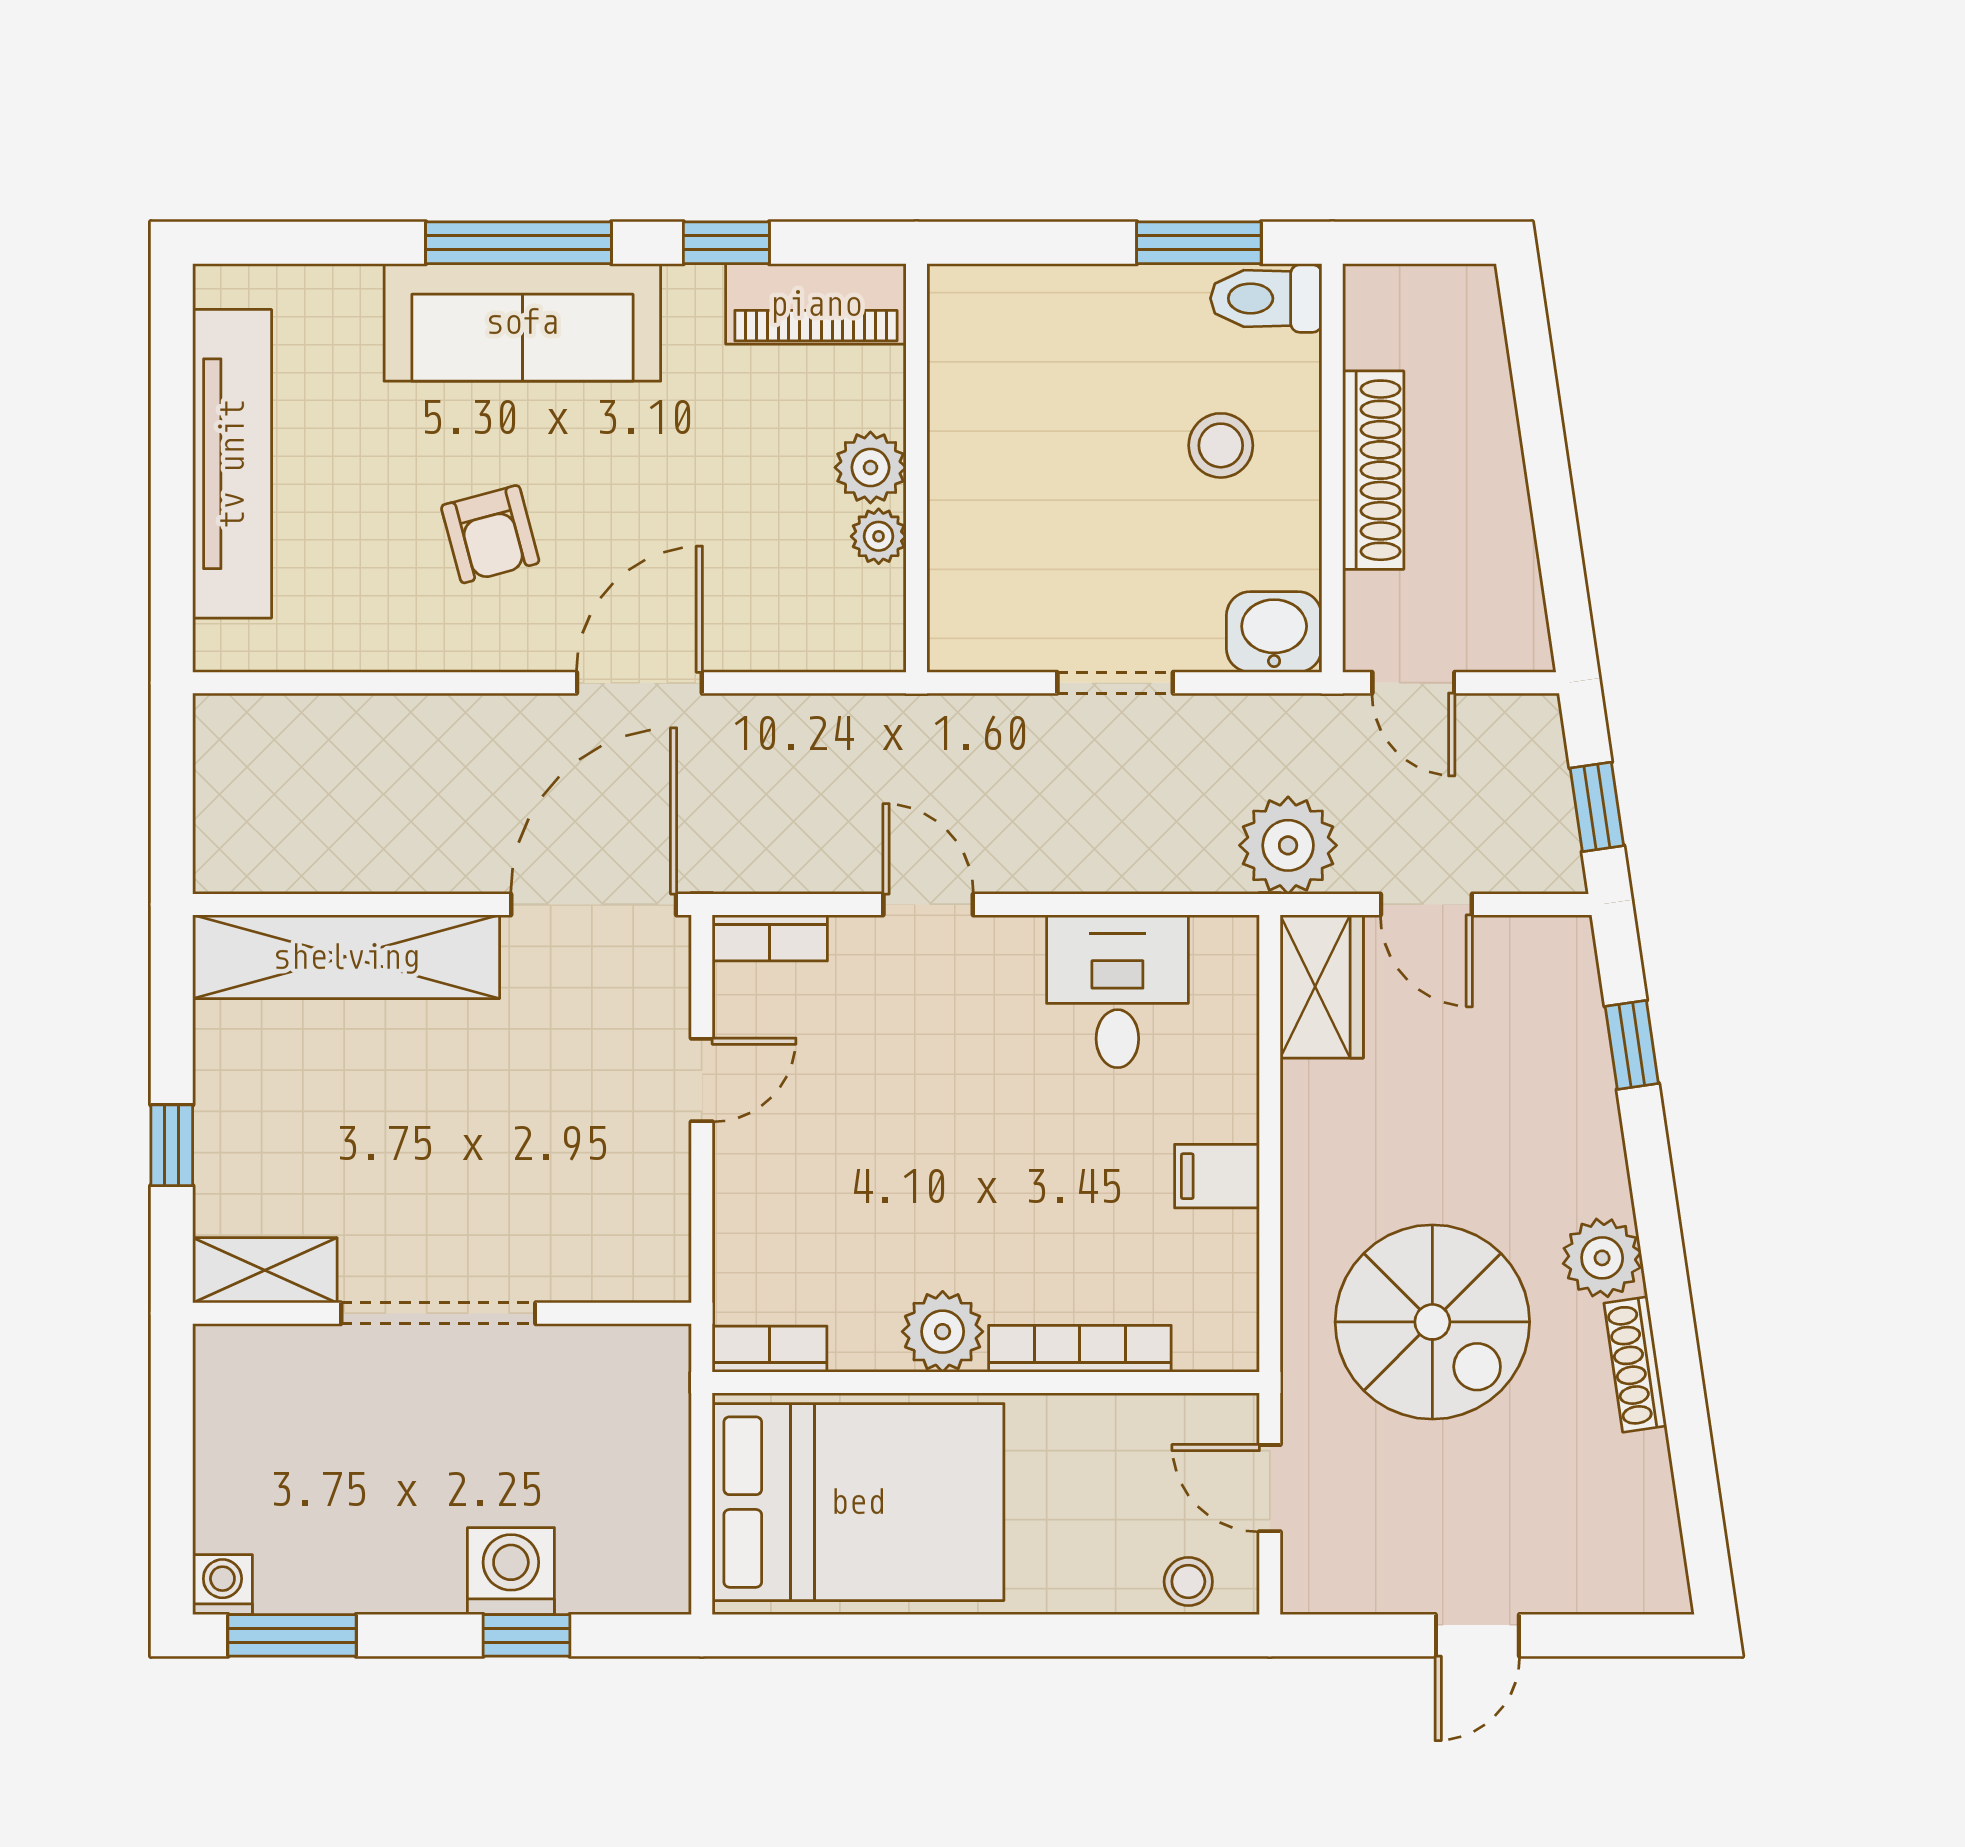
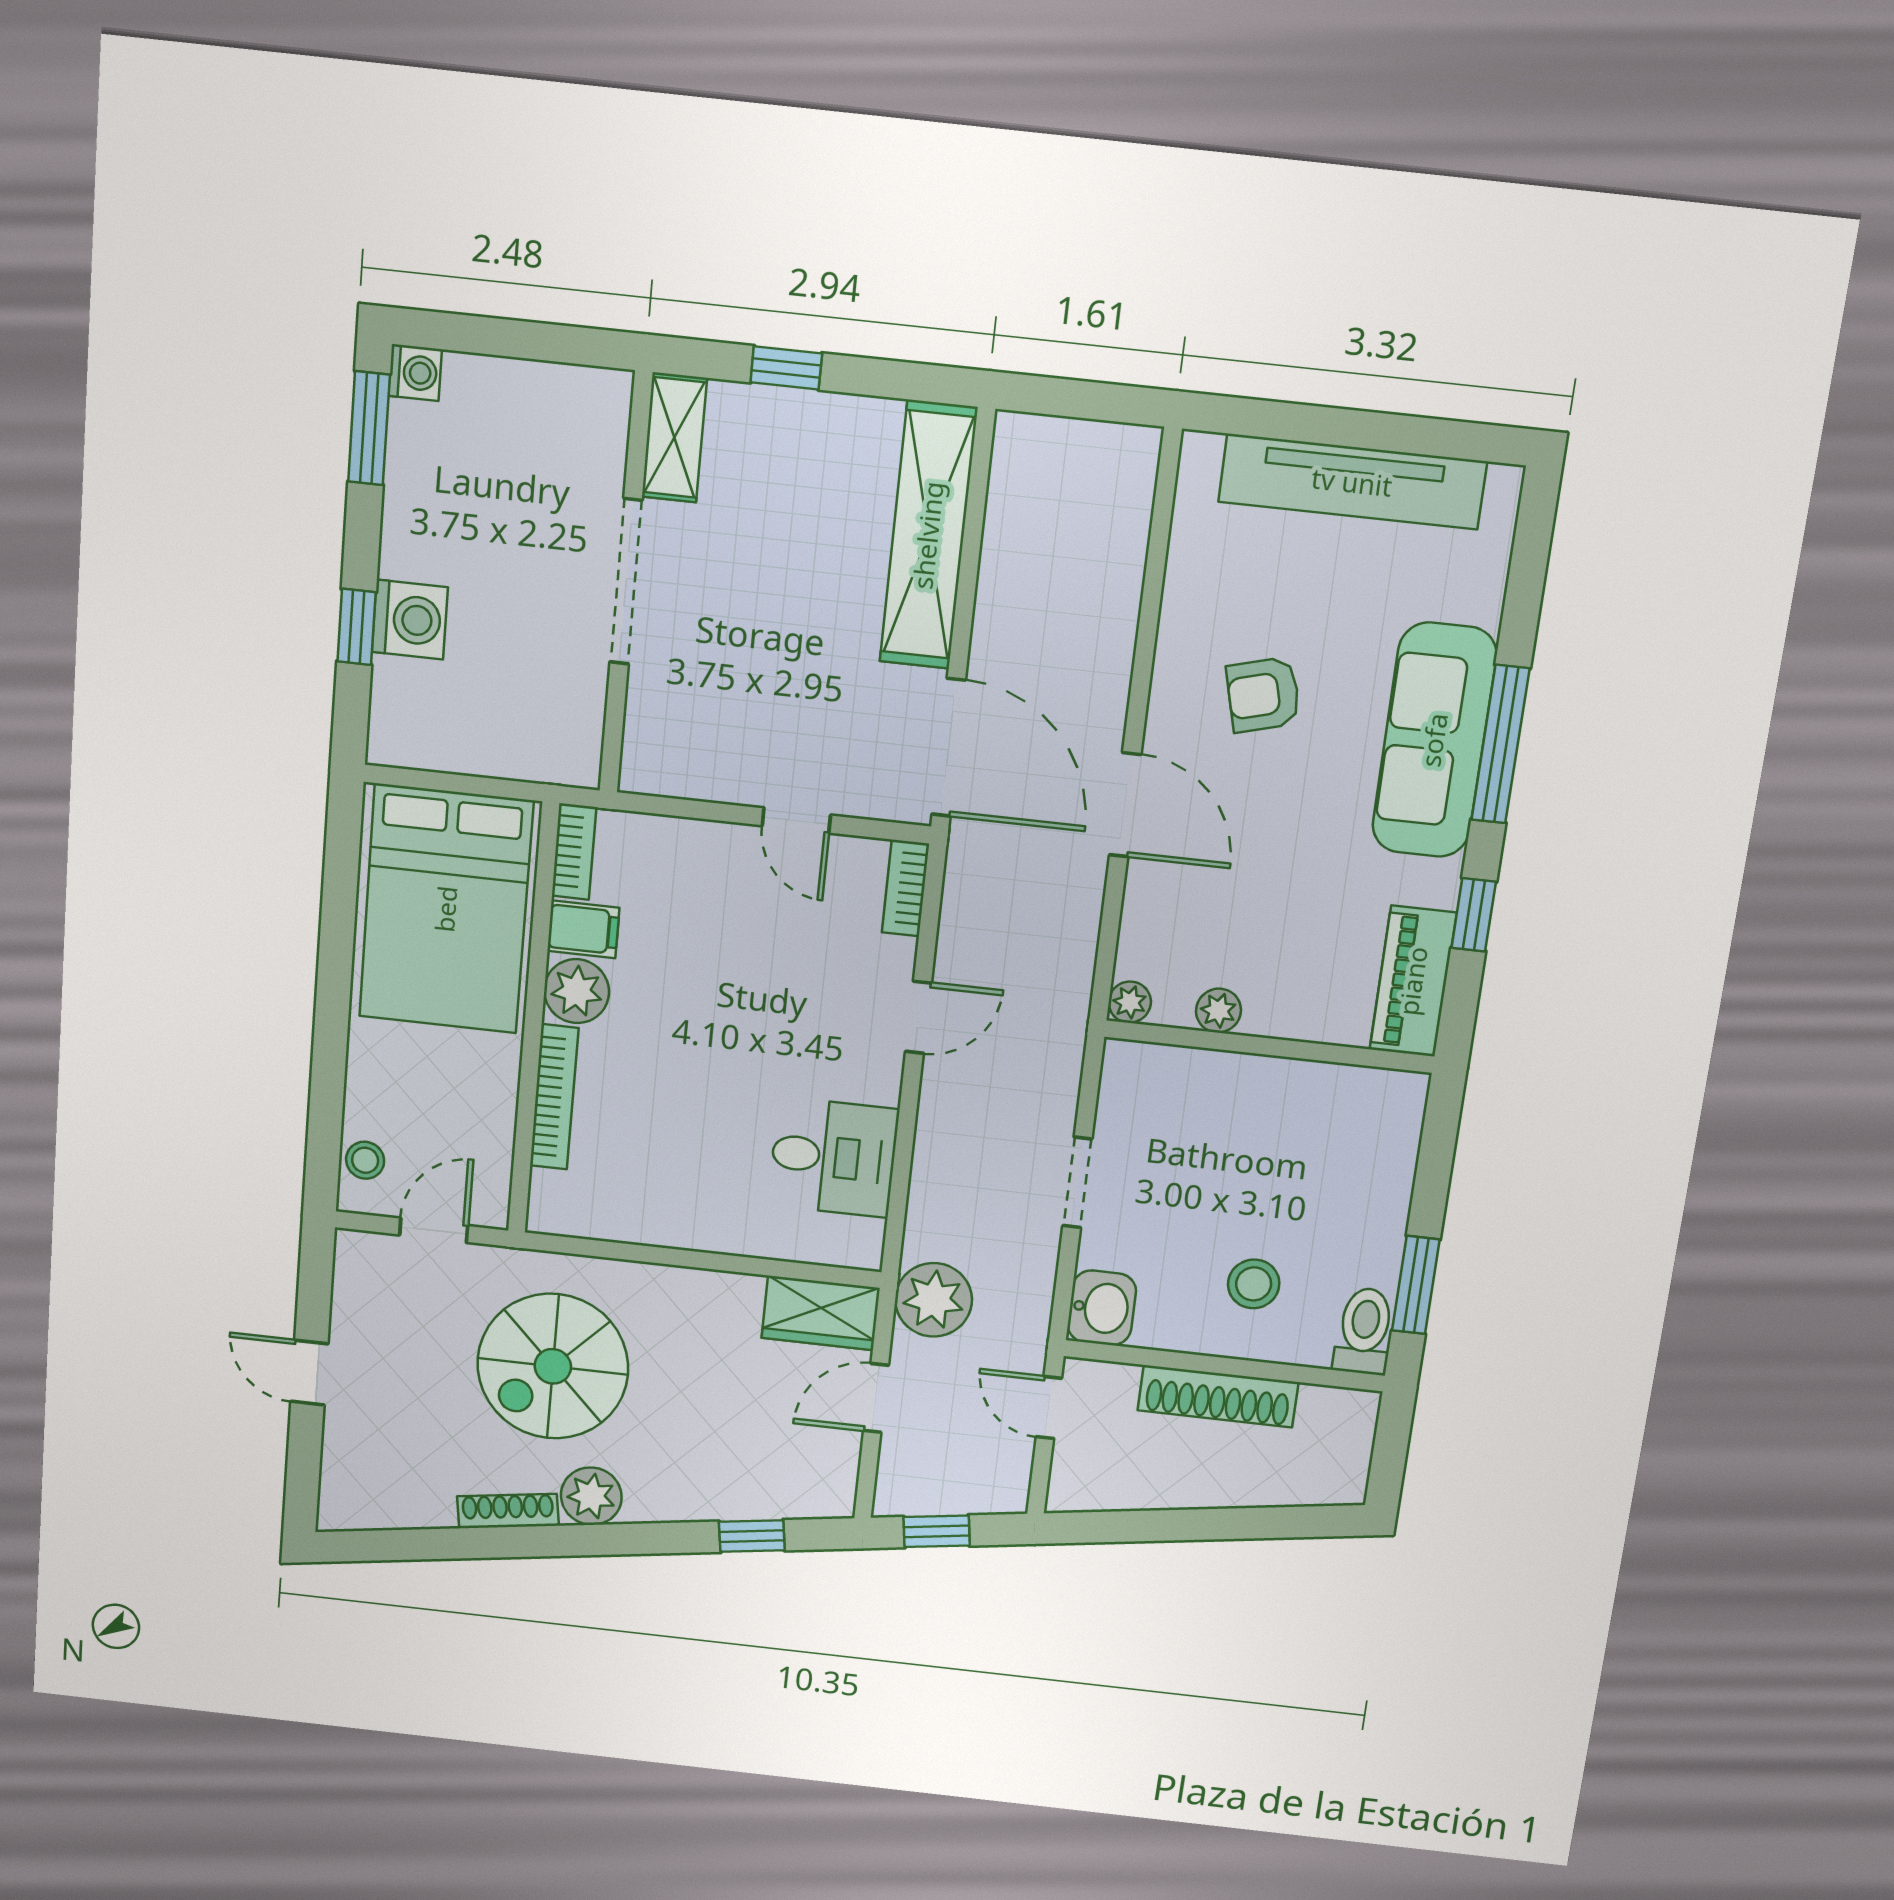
plant: (870, 467) -> (1130, 1002), moved, width x0.73, depth x0.73
door: (1413, 683) -> (1049, 1408), hinge flipped
filing cabinet: (1217, 1176) -> (583, 929), moved, turned 90

